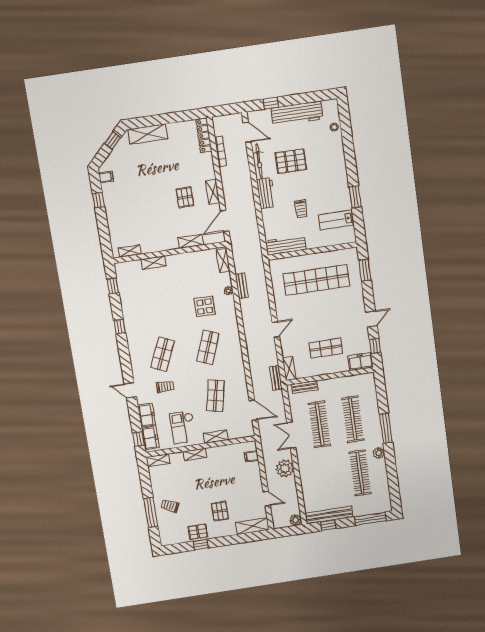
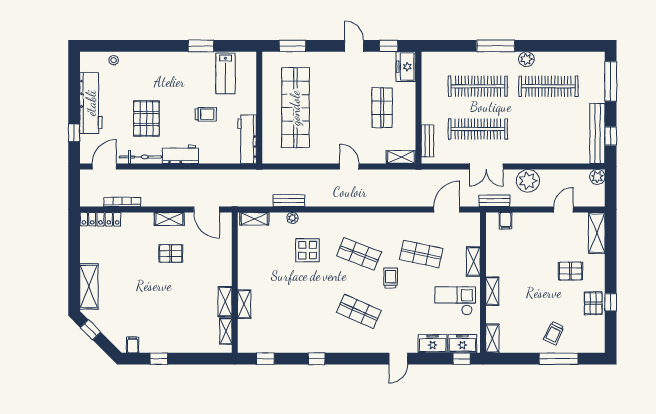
shelving: (191, 241) -> (225, 302), moved
bench: (276, 378) -> (495, 201), moved
trolley: (165, 387) -> (391, 278), moved
checkout: (183, 427) -> (455, 301), turned 180

